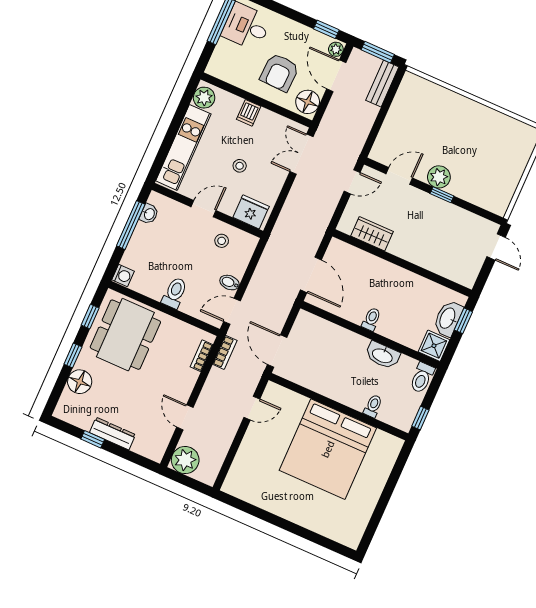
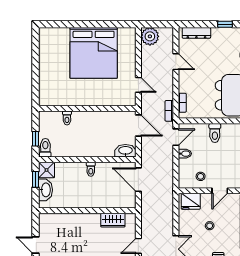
window: (463, 321) -> (36, 179), moved
washbasin: (383, 355) -> (125, 151), moved
door: (252, 408) -> (138, 85), swing flipped
window: (420, 418) -> (36, 139), moved
dresser: (113, 434) -> (196, 33), moved
bed: (328, 449) -> (94, 53), moved, turned 180
plant: (185, 460) -> (150, 36), moved

